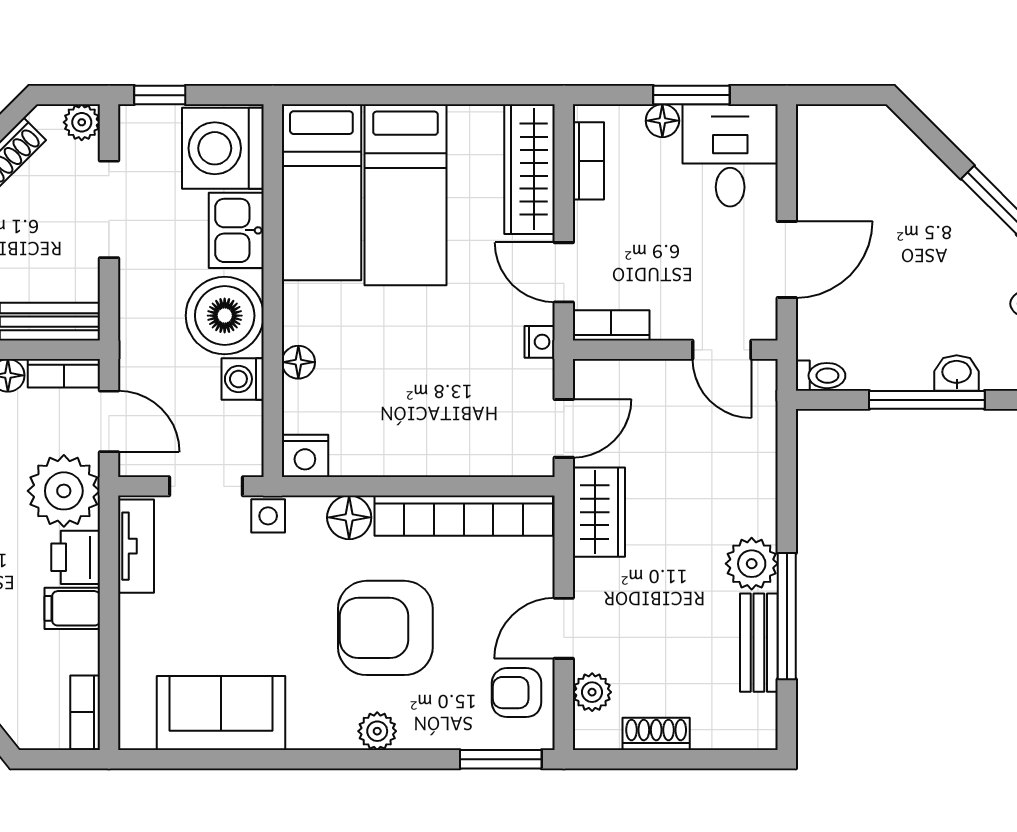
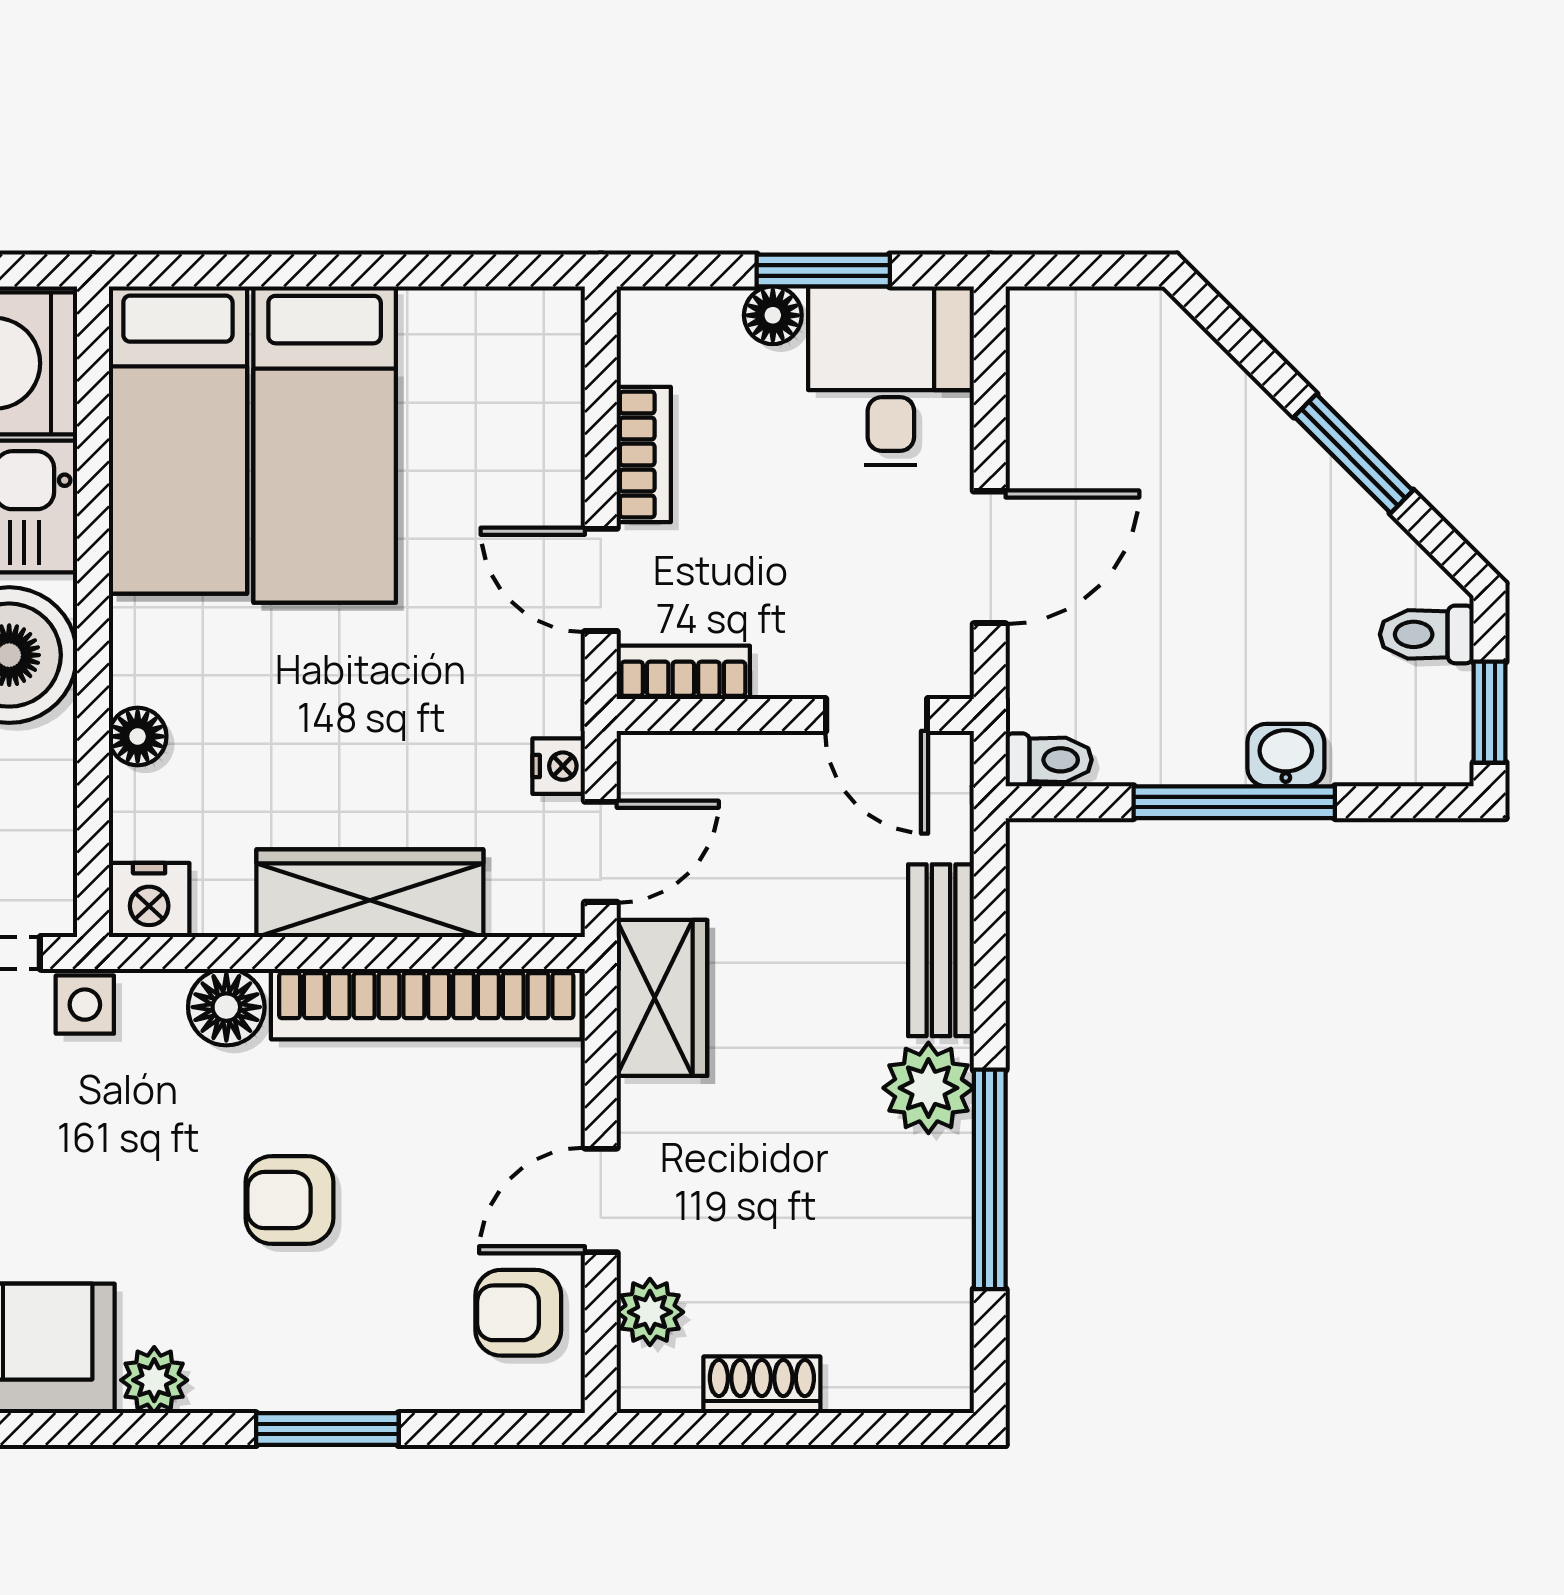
bookcase: (588, 161) -> (644, 454), moved
wardrobe: (530, 169) -> (370, 893), moved, turned 90
nightstand: (540, 342) -> (559, 766), moved
washing machine: (243, 379) -> (41, 766), removed
armchair: (385, 628) -> (289, 1200), width x0.53, depth x0.53
bench: (759, 643) -> (941, 950), moved
plant: (377, 731) -> (154, 1380), moved
window: (501, 759) -> (327, 1429), moved

